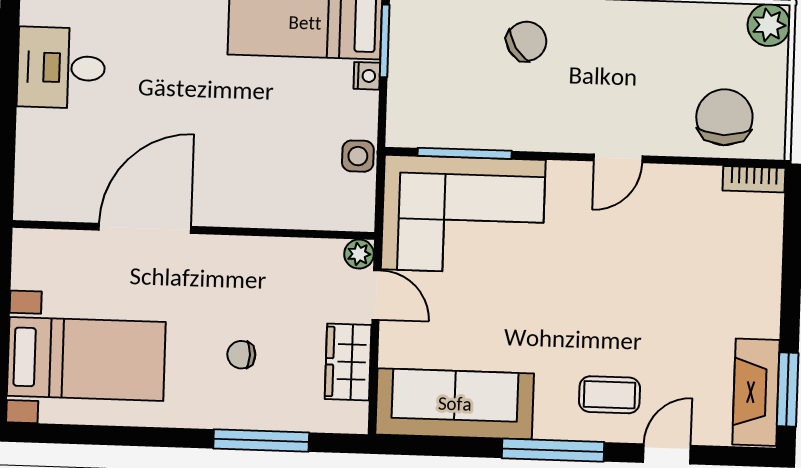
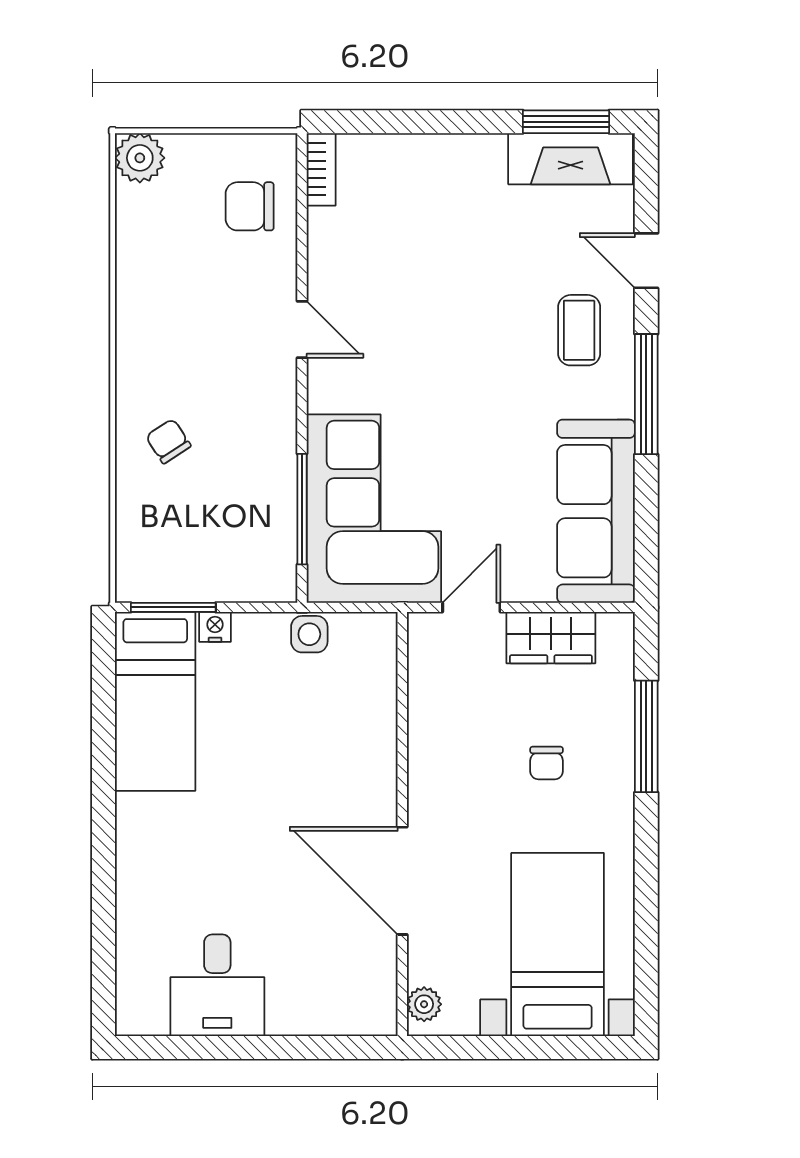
chair: (526, 41) -> (168, 441), width x0.73, depth x0.73
chair: (724, 117) -> (250, 206), width x0.73, depth x0.73
plant: (359, 254) -> (424, 1004), moved

